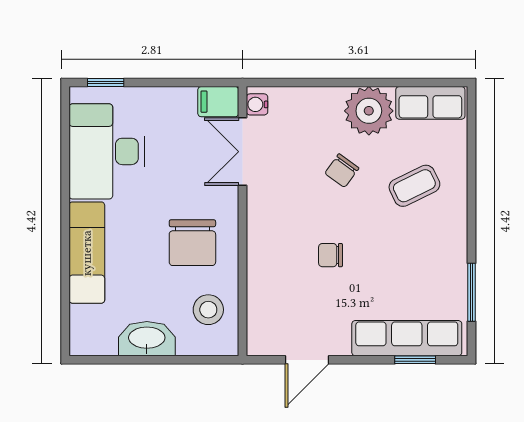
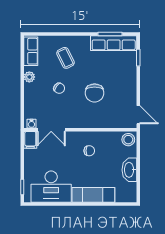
plant: (369, 111) -> (29, 77), width x0.53, depth x0.53
chair: (192, 243) -> (89, 151), width x0.54, depth x0.54
chair: (330, 255) -> (95, 93), width x1.87, depth x1.87
stool: (208, 310) -> (128, 140), moved
row of seats: (407, 338) -> (114, 43), moved, turned -90
door: (307, 360) -> (138, 115), moved

